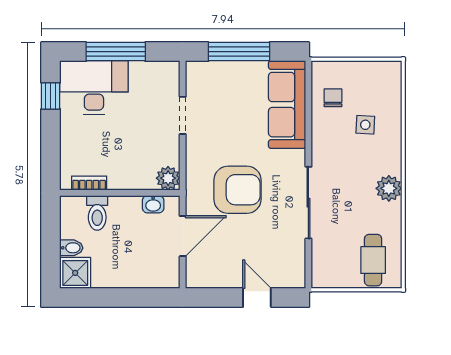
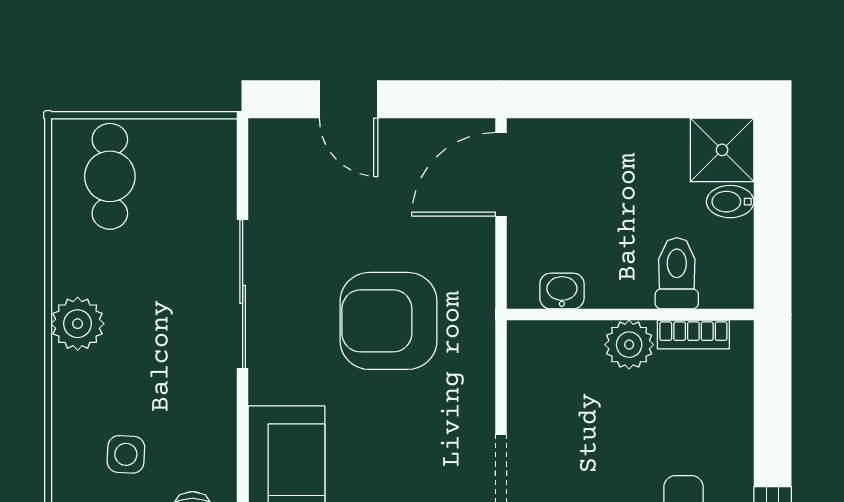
plant: (168, 178) -> (629, 345), moved
door: (183, 236) -> (501, 174), moved

